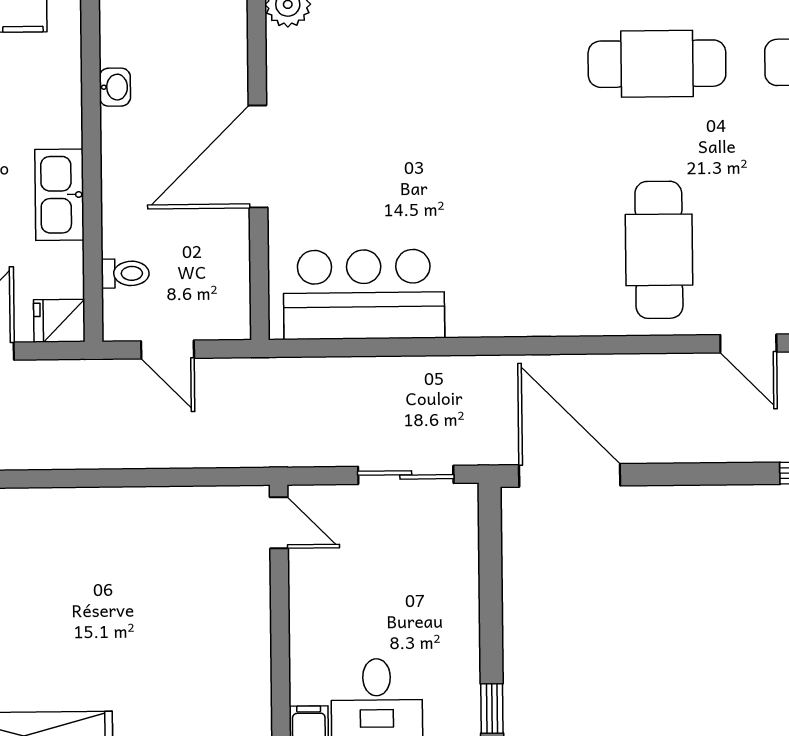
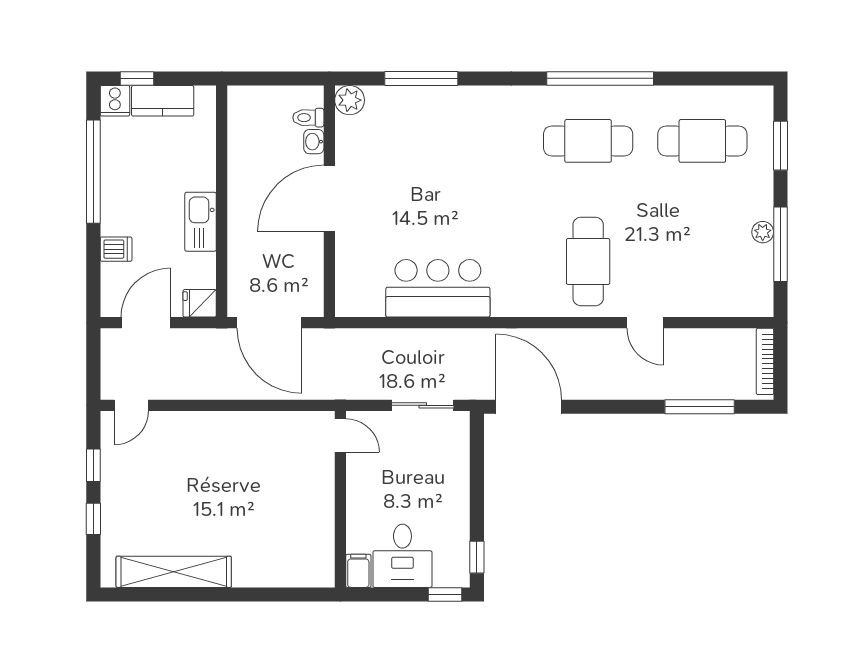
washbasin: (115, 87) -> (314, 142), moved, turned 180
toilet: (125, 273) -> (308, 118), moved, turned 180
bar counter: (364, 294) -> (438, 288), moved
door: (168, 350) -> (269, 323), width x1.88

